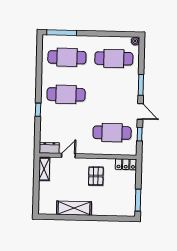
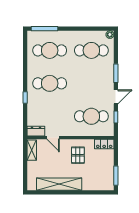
door: (140, 111) -> (116, 97), hinge flipped
door: (68, 156) -> (53, 138), swing flipped
shelving: (74, 208) -> (59, 184), width x1.47

